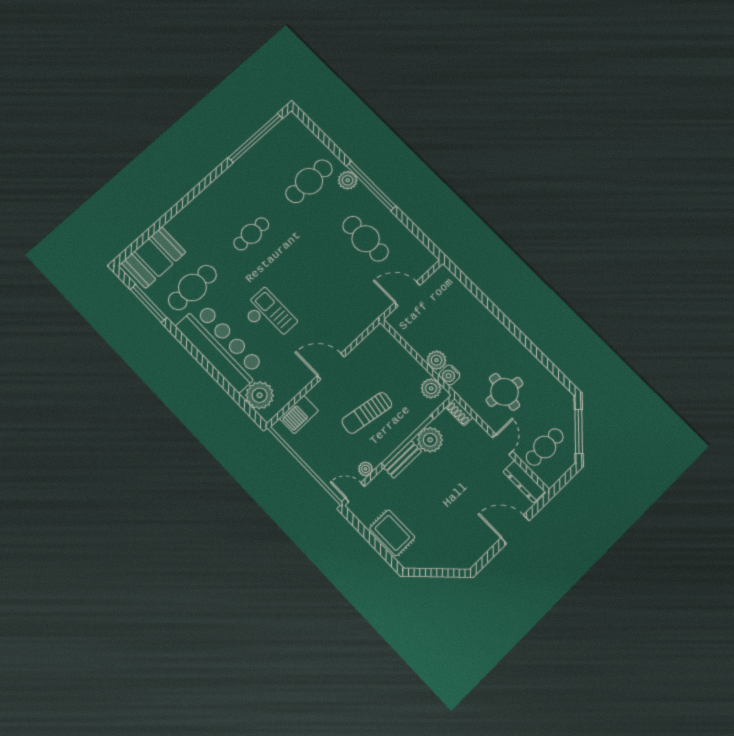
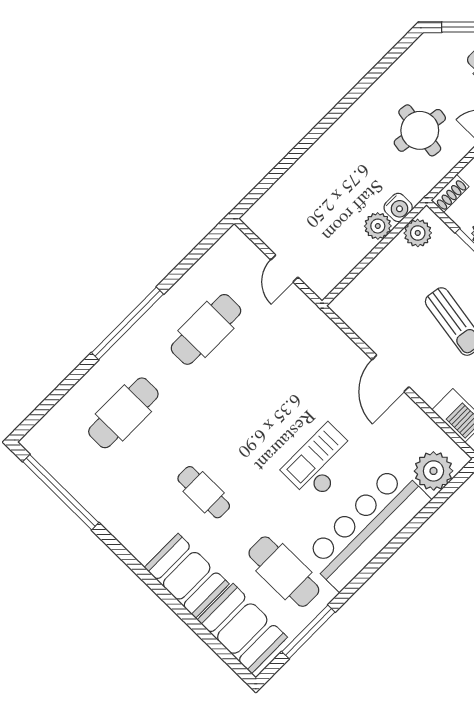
plant: (348, 180) -> (120, 357), removed
cafe table: (309, 181) -> (123, 413), turned 90
booth: (193, 221) -> (187, 576), added
door: (407, 294) -> (284, 268), width x0.73

